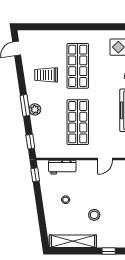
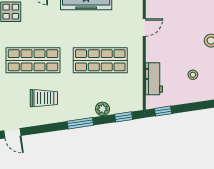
trolley: (46, 75) -> (44, 98), turned -90
plant: (35, 109) -> (102, 109), moved
door: (105, 159) -> (144, 28), hinge flipped

